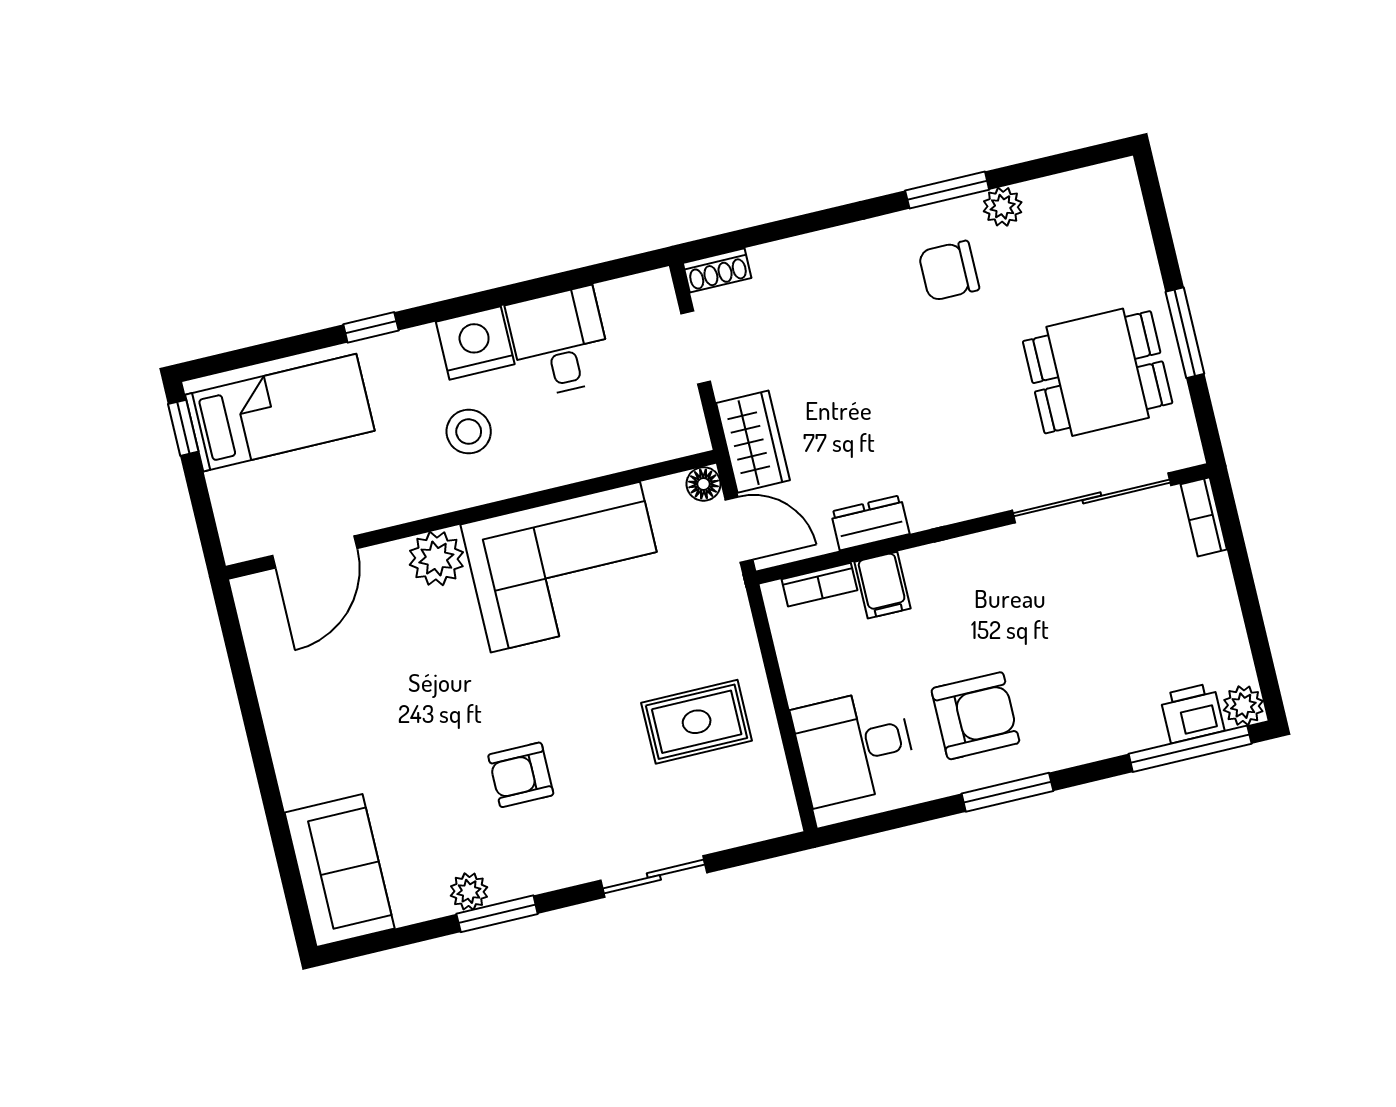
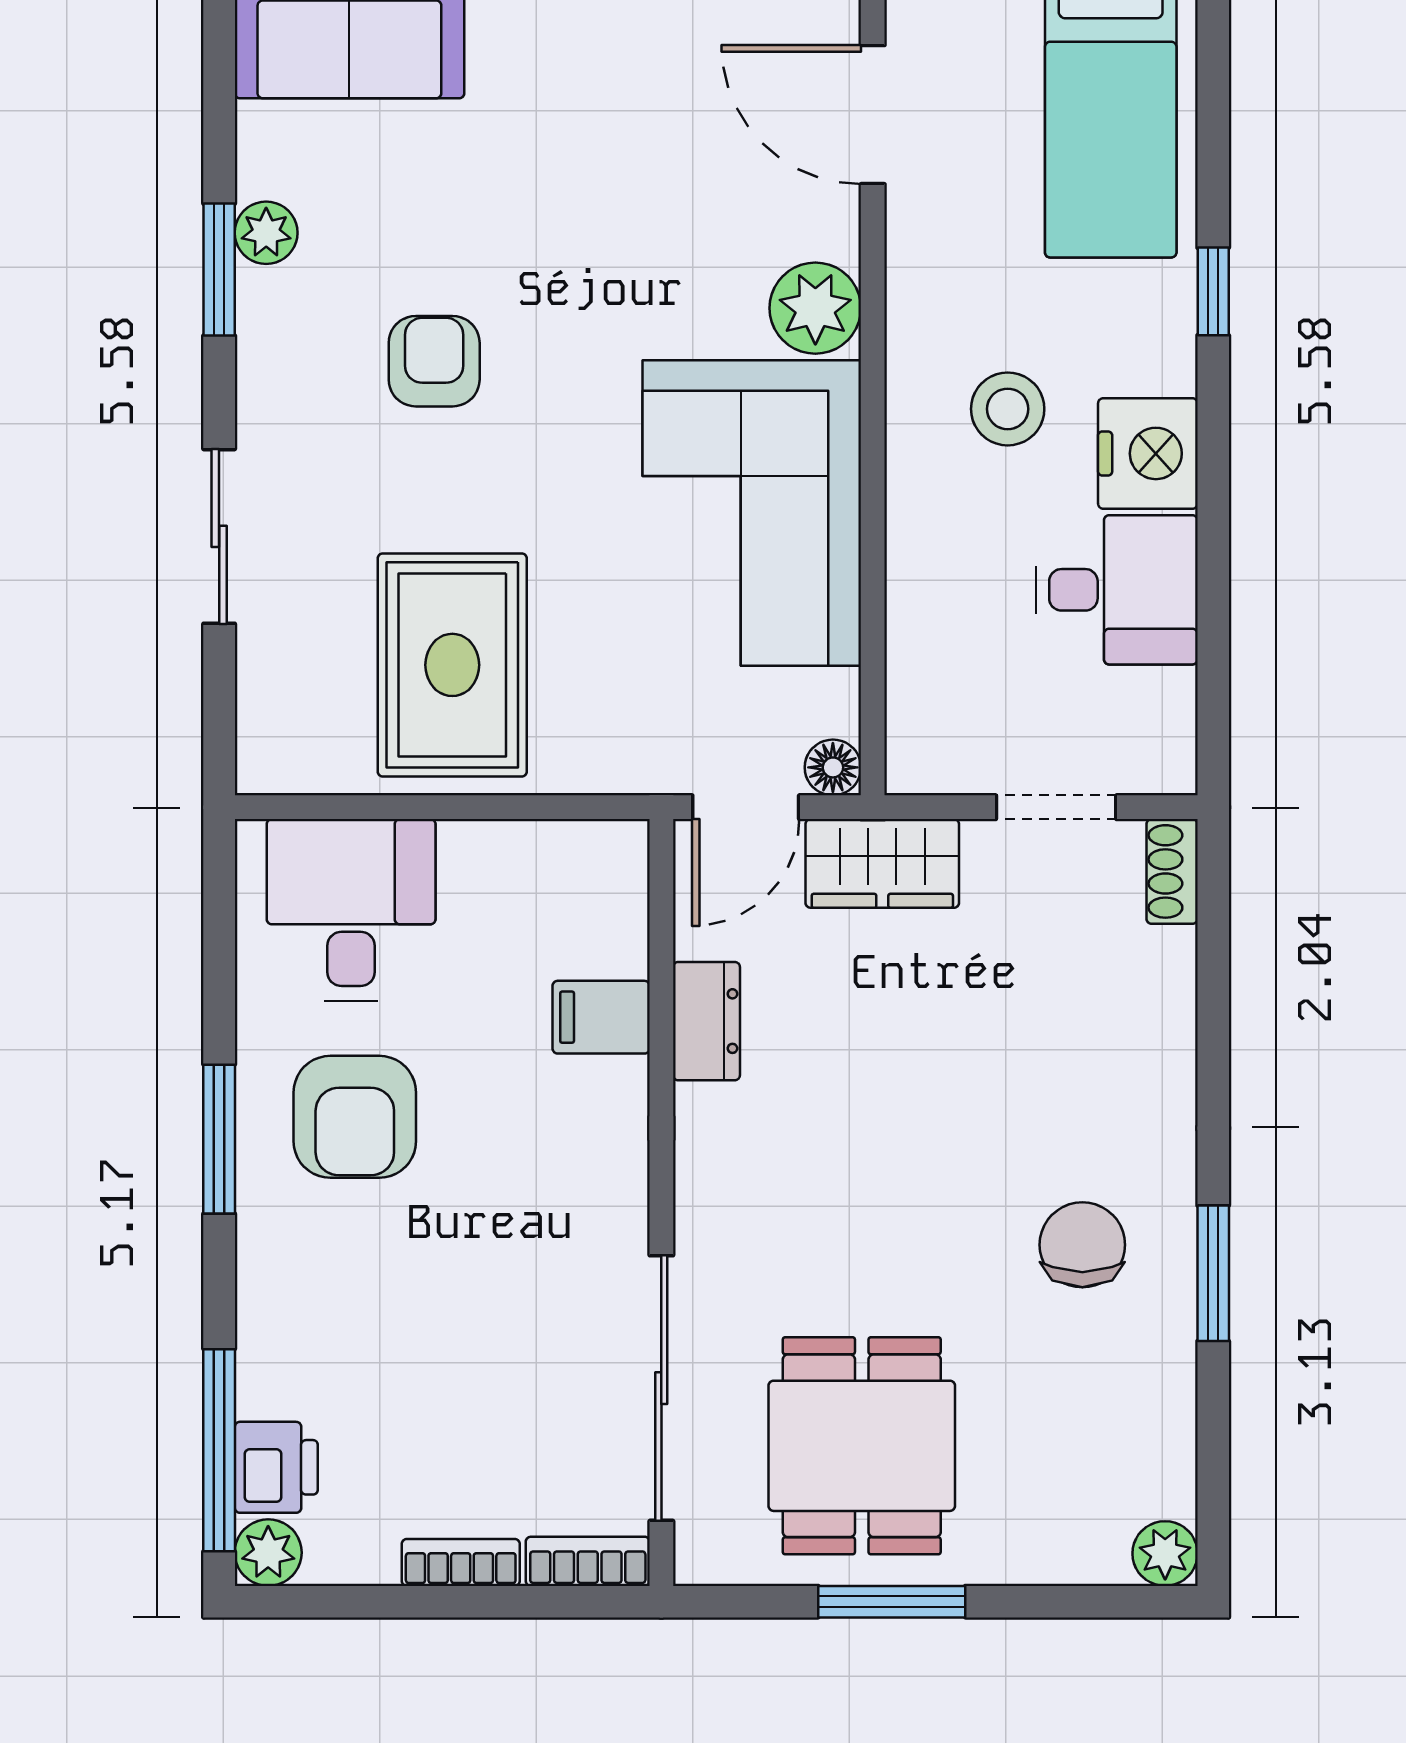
plant: (1003, 207) -> (1165, 1554), moved
bookcase: (819, 585) -> (461, 1562), moved, turned 90
rug: (697, 722) -> (452, 665), width x1.36, depth x1.43

